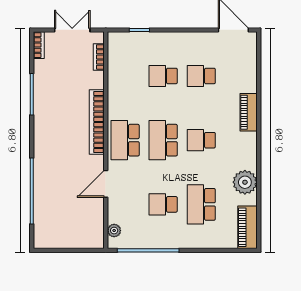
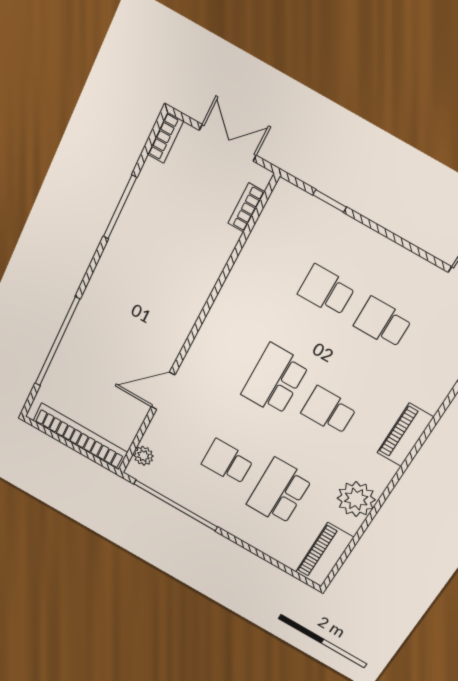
piano: (249, 112) -> (405, 435), moved
bookcase: (97, 122) -> (80, 436), moved, turned 90
school desk: (125, 140) -> (221, 349), removed

